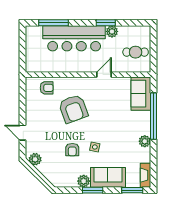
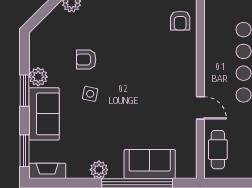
cafe table: (136, 52) -> (218, 150), moved
sofa: (141, 94) -> (150, 164), moved
armchair: (73, 109) -> (148, 61), removed

